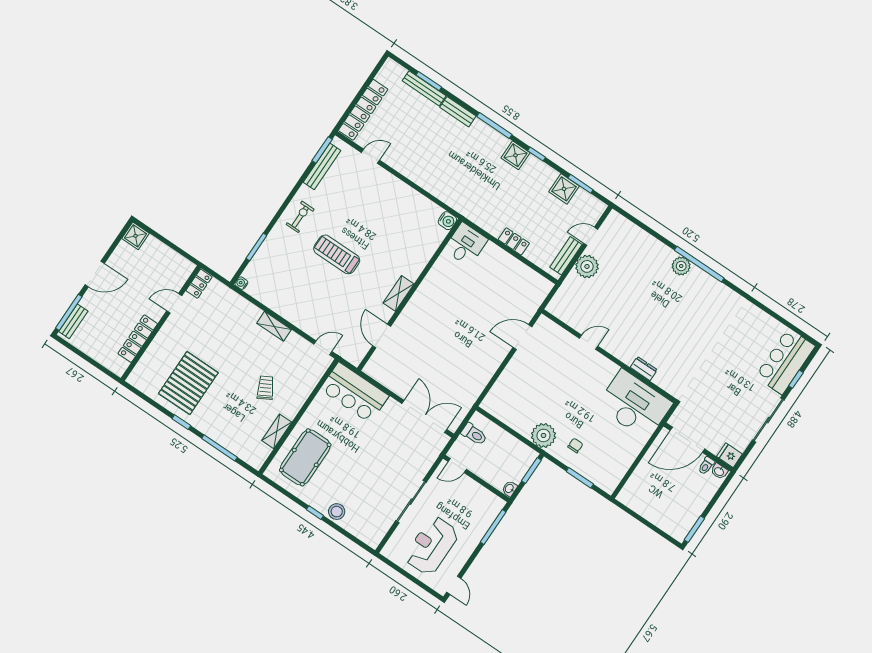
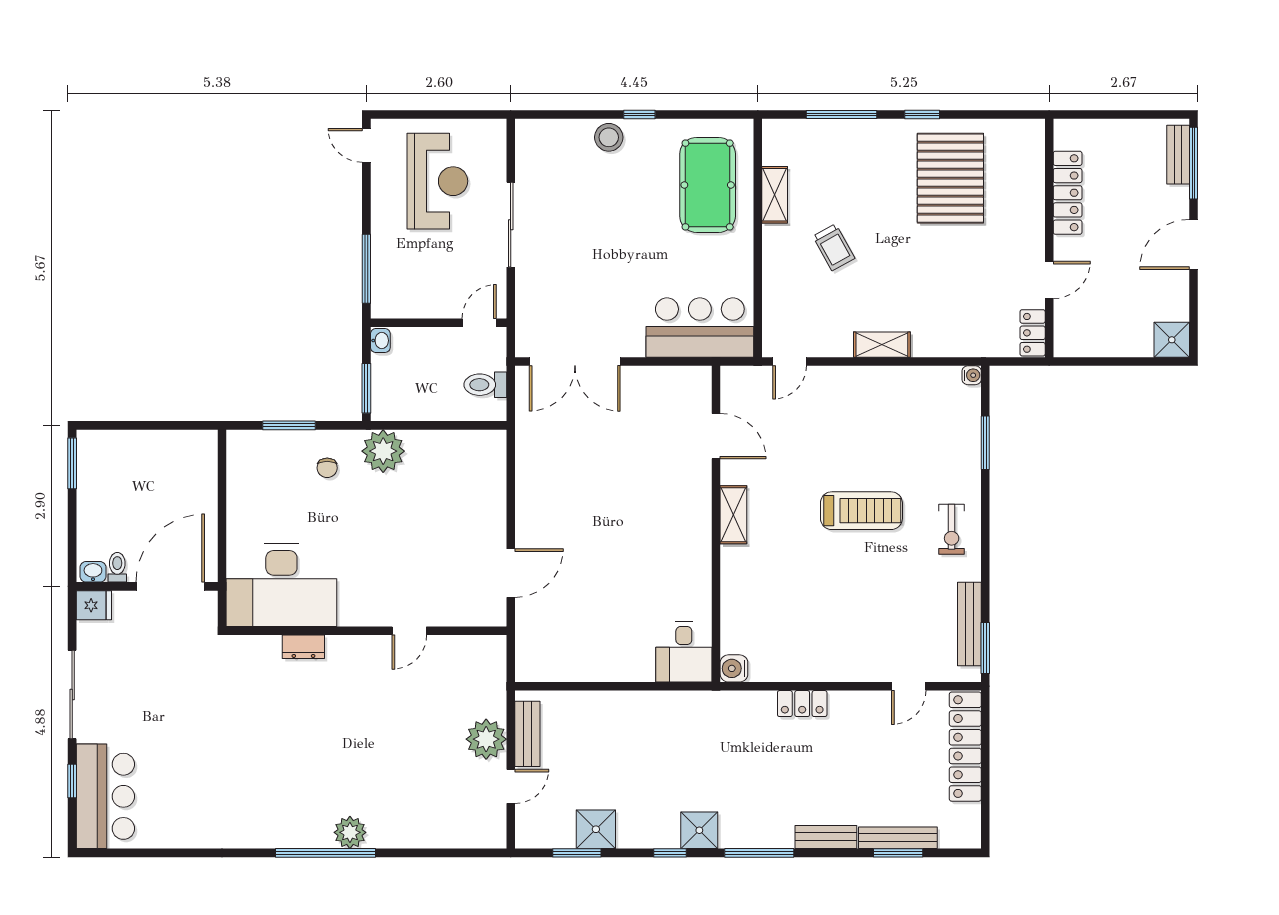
locker: (514, 241) -> (802, 704), moved

